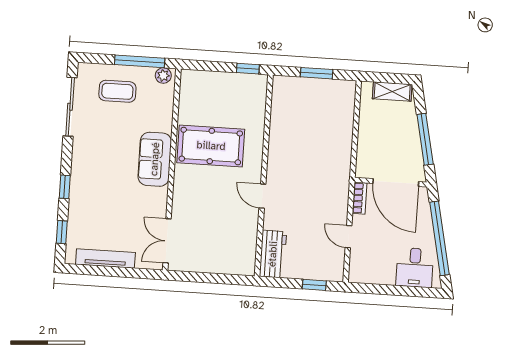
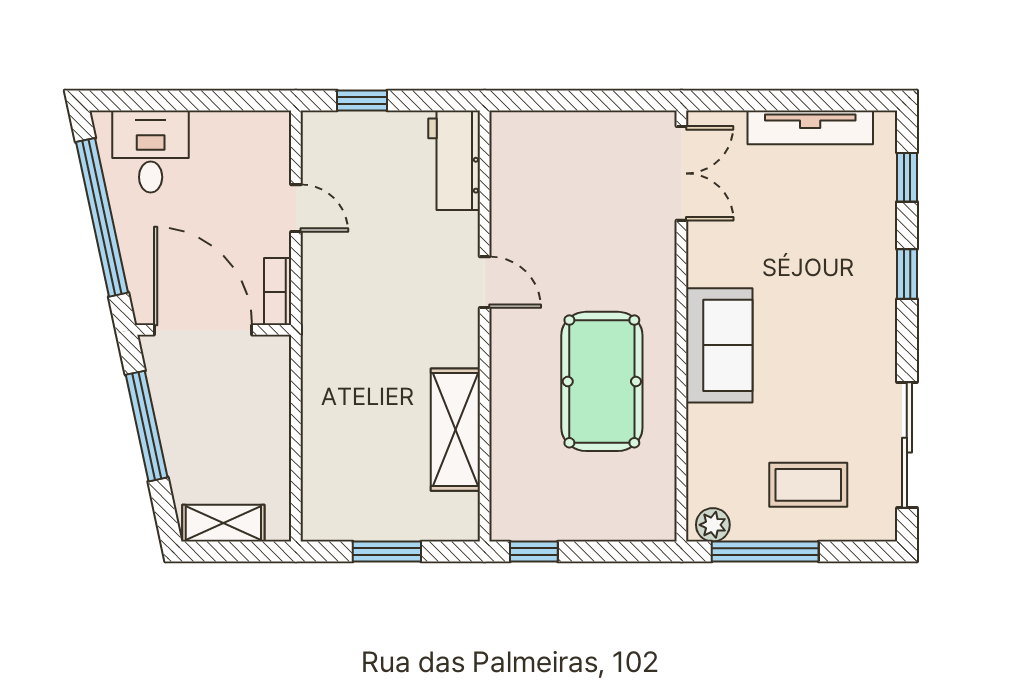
shelving: (281, 128) -> (455, 430), added
pool table: (211, 146) -> (602, 381), turned 90

